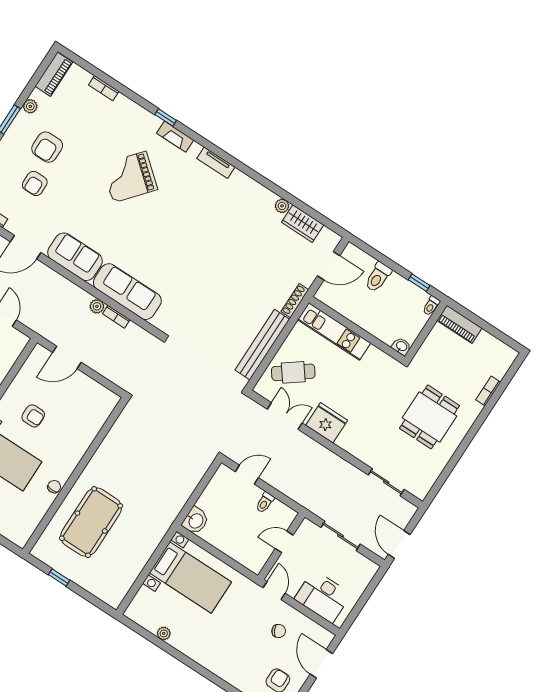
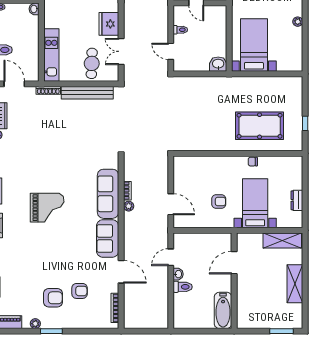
grand piano: (130, 177) -> (47, 208), moved, turned -40
cafe table: (293, 372) -> (92, 63), turned 39
armchair: (33, 416) -> (219, 202), turned 90
plant: (164, 633) -> (298, 22), moved

